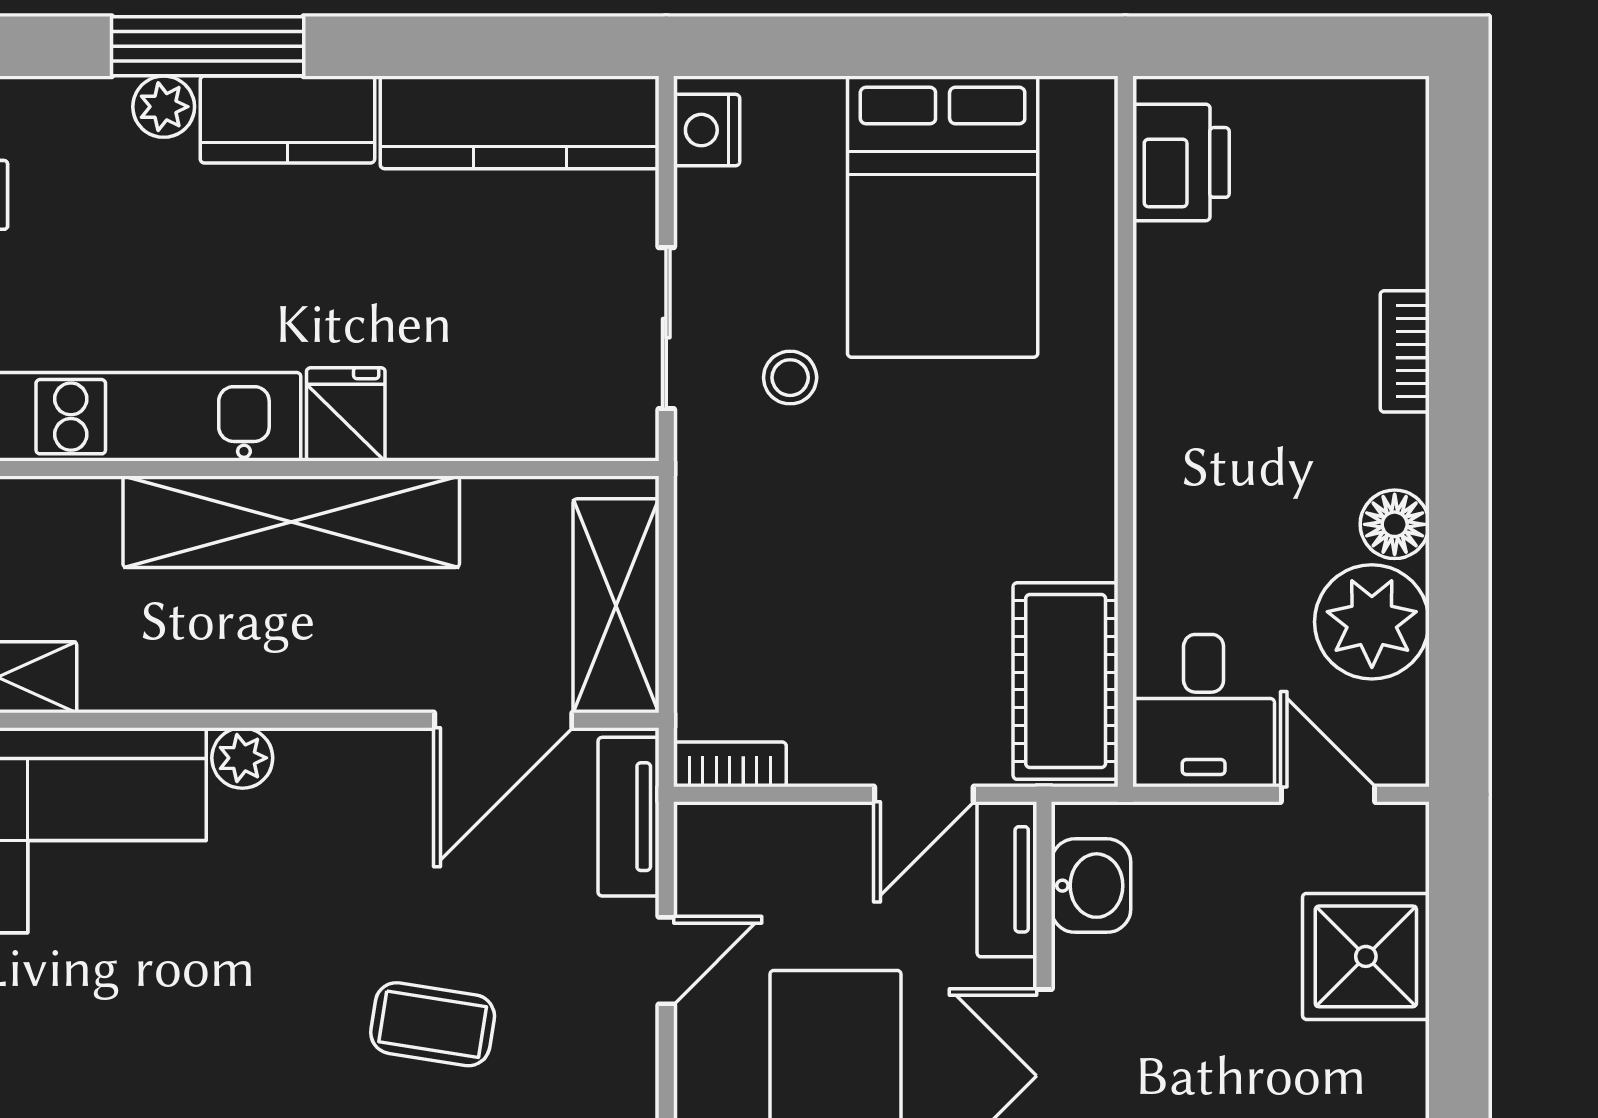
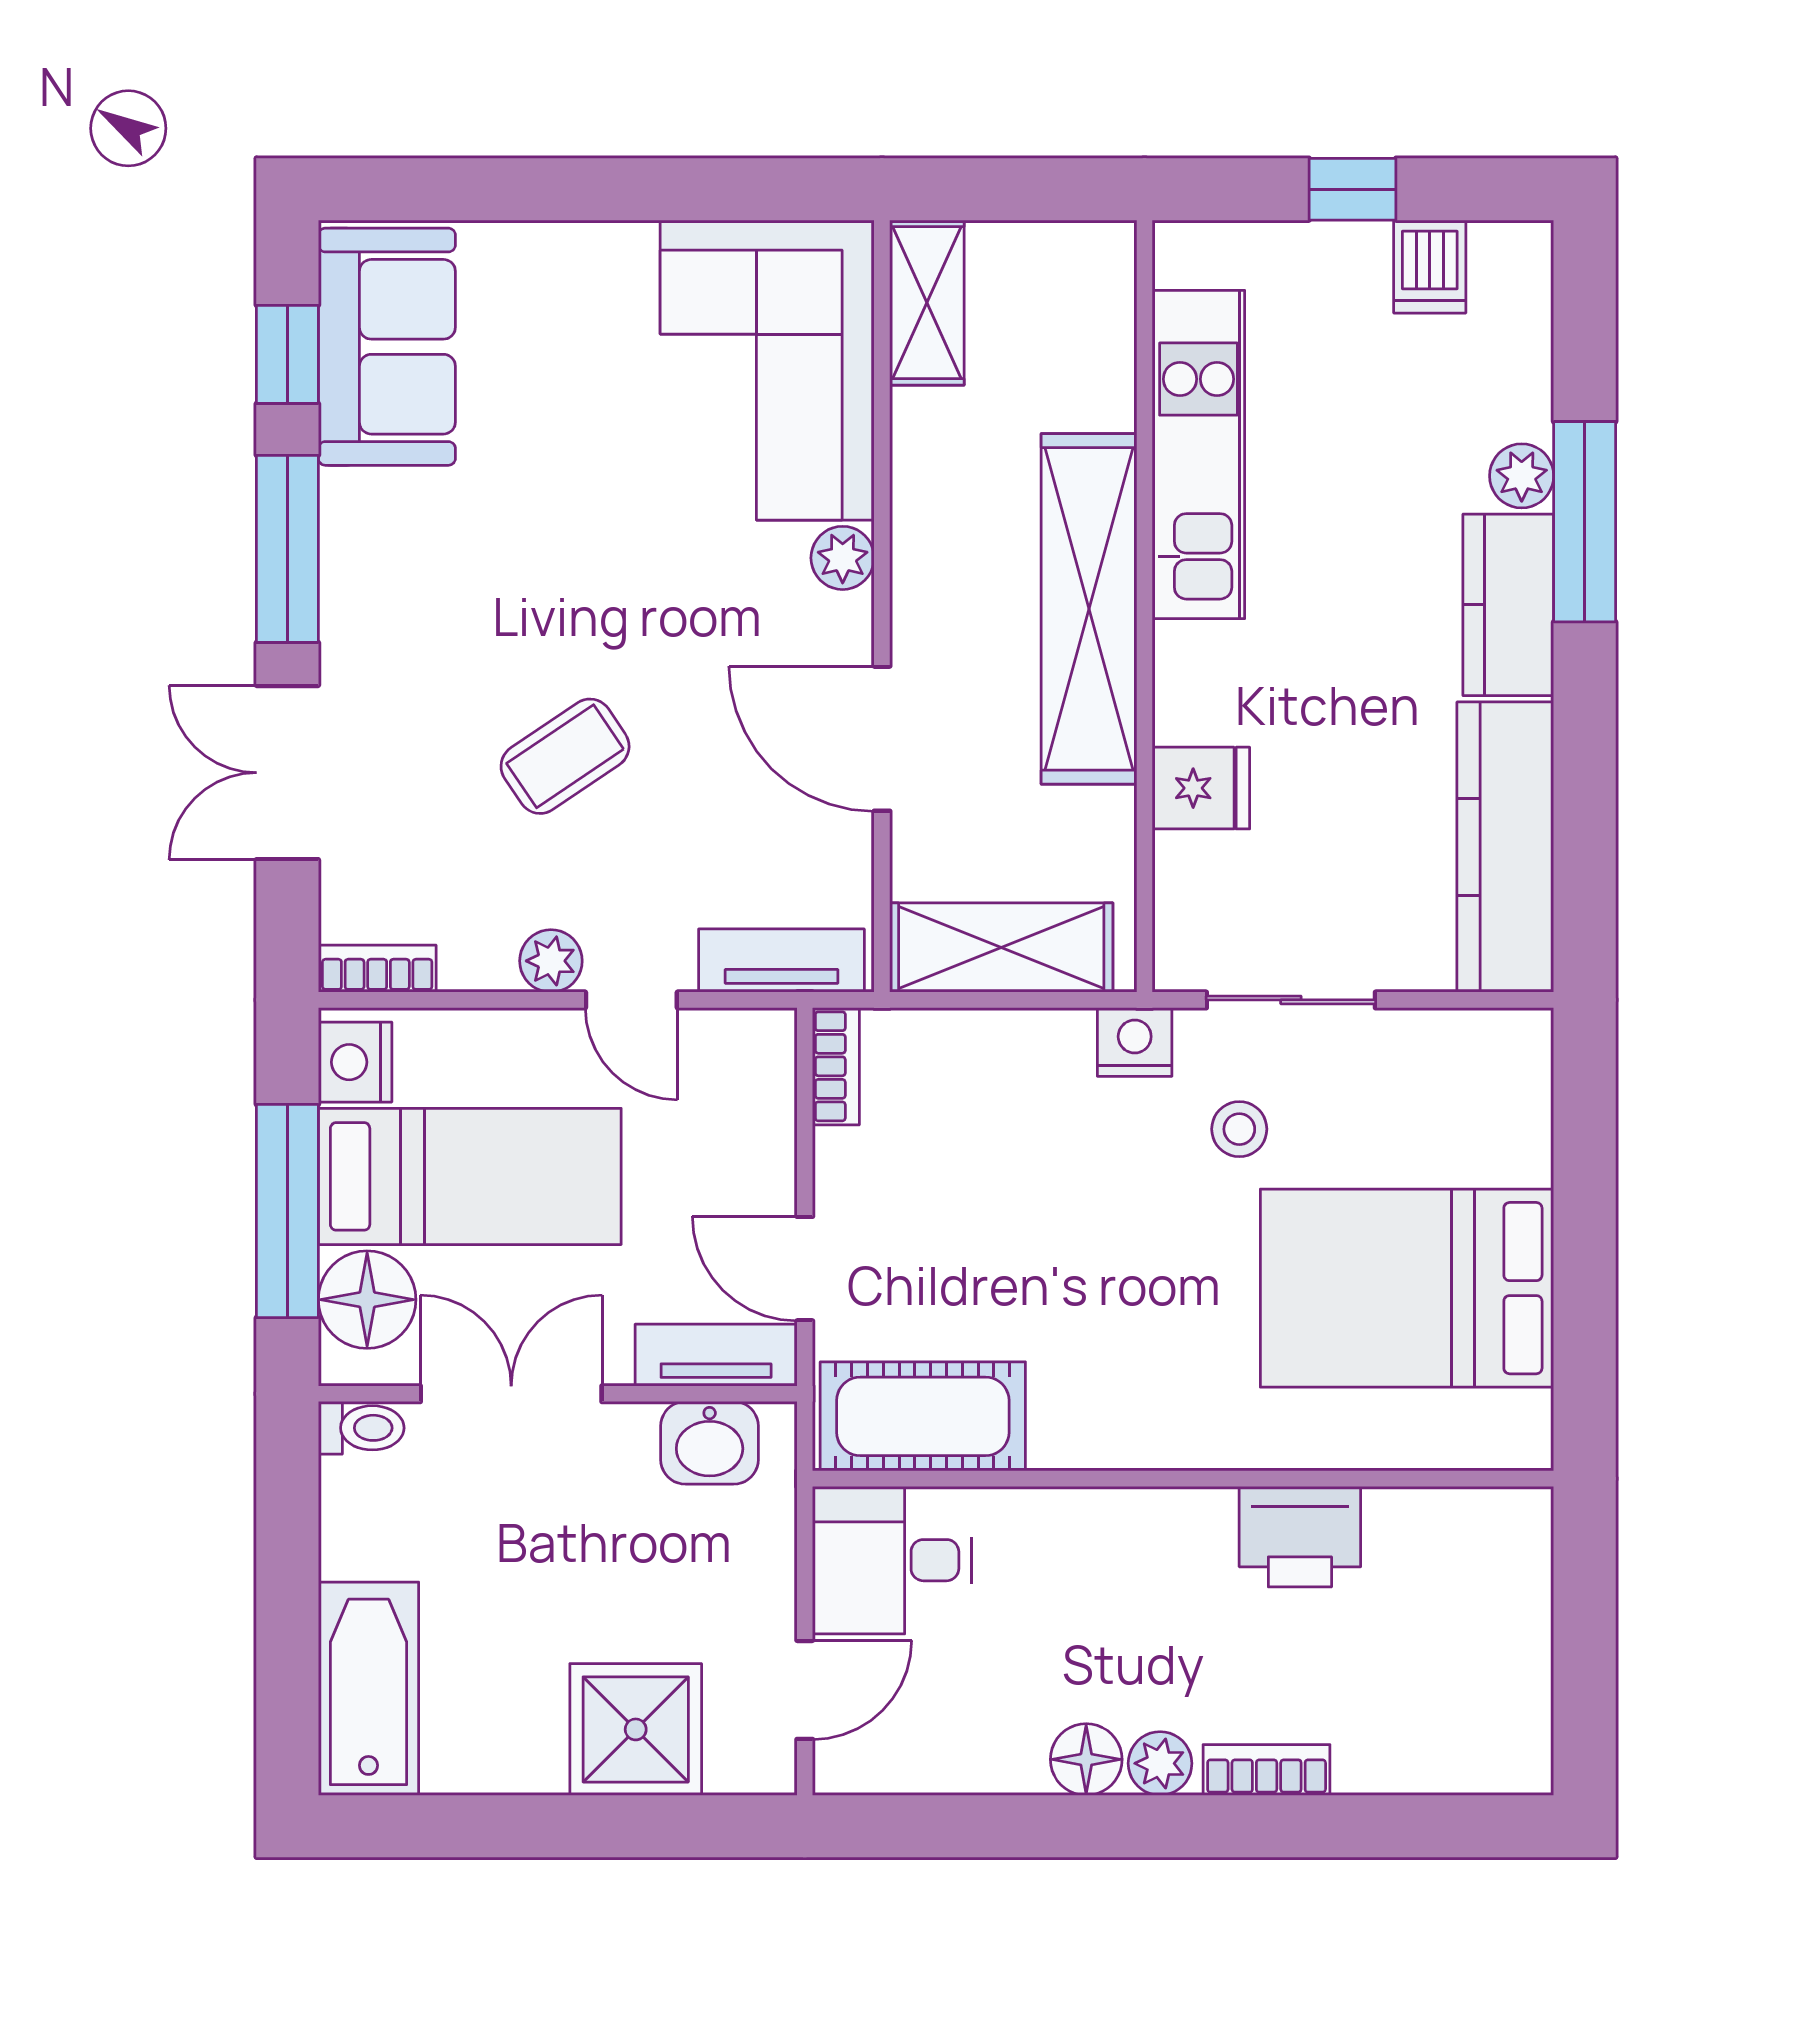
nightstand: (707, 130) -> (1135, 1042), moved
printer: (1181, 162) -> (1300, 1537), moved
fridge: (346, 414) -> (1201, 788), moved
plant: (1372, 622) -> (1160, 1763), moved, width x0.53, depth x0.53
door: (503, 720) -> (882, 739), moved
coffee table: (433, 1024) -> (565, 756), turned 47
plant: (629, 1038) -> (551, 961), added

